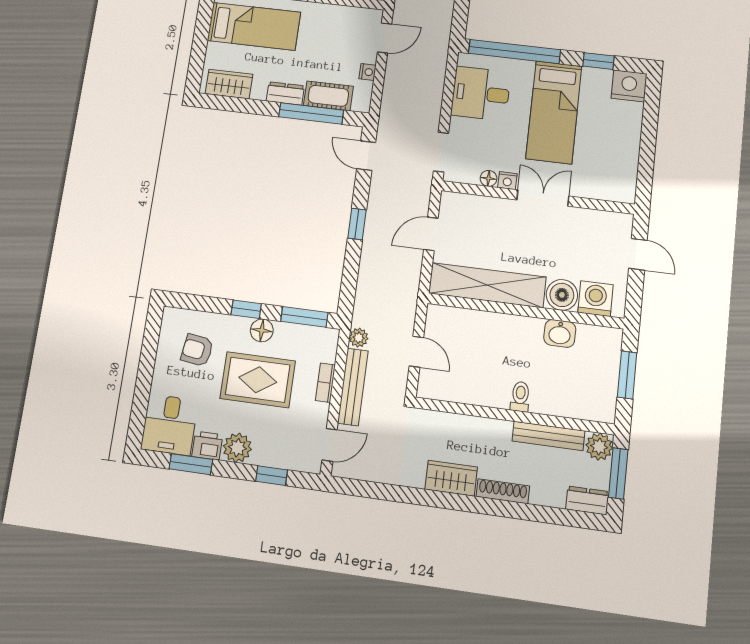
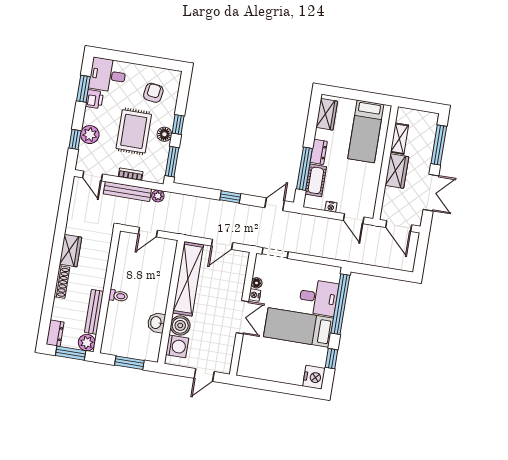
desk: (481, 93) -> (318, 297), moved, turned 90
door: (431, 234) -> (222, 244), swing flipped
plant: (237, 448) -> (90, 135), moved

